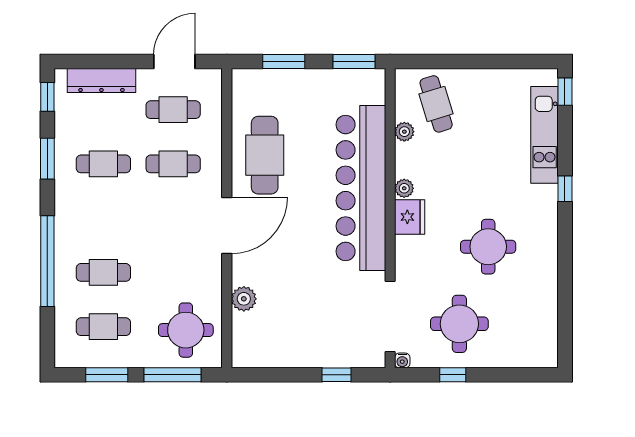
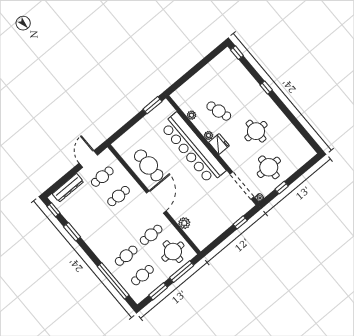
window: (284, 62) -> (127, 126), removed
cafe table: (436, 104) -> (219, 111), moved
kitchen unit: (545, 135) -> (243, 74), removed
cafe table: (103, 164) -> (151, 235), moved
window: (47, 261) -> (113, 281), moved

